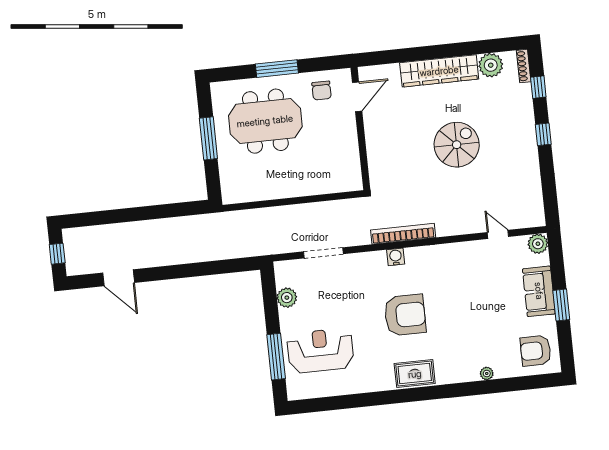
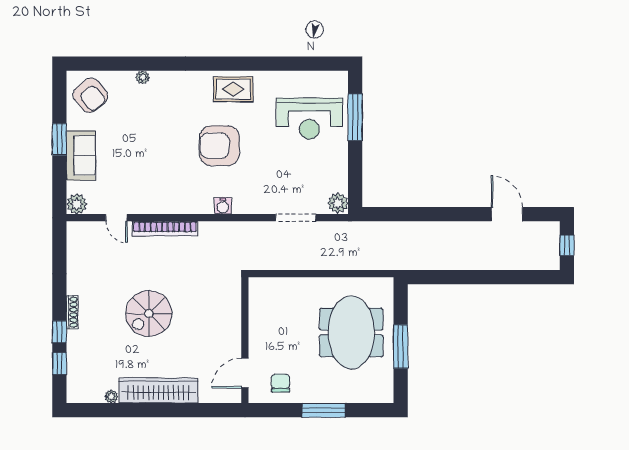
plant: (491, 65) -> (111, 397), width x0.53, depth x0.53
shoe rack: (524, 66) -> (72, 312), moved
meeting table: (265, 121) -> (351, 332), moved, turned 90
window: (543, 134) -> (59, 332), moved
bookcase: (403, 234) -> (165, 229), moved
plant: (287, 298) -> (338, 203), moved
armchair: (536, 351) -> (90, 95), turned 50
rug: (415, 374) -> (233, 89), moved

